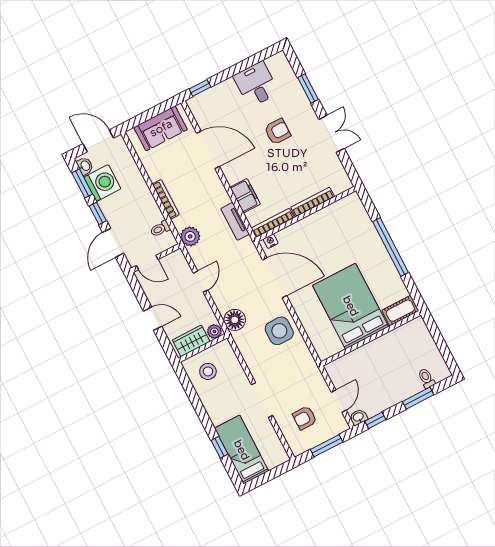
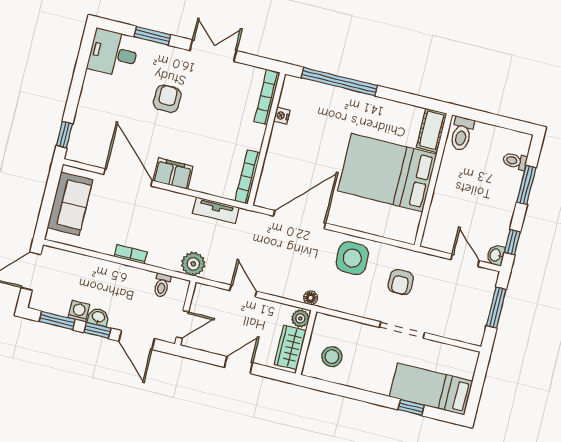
desk: (256, 84) -> (113, 53), moved
door: (208, 150) -> (128, 177), hinge flipped
washbasin: (85, 166) -> (98, 317), moved
washing machine: (102, 183) -> (79, 311), width x0.53, depth x0.53
filing cabinet: (245, 196) -> (173, 174), moved
bookcase: (166, 199) -> (131, 254), width x0.64
bookcase: (313, 202) -> (267, 97), moved
nightstand: (271, 241) -> (282, 116), moved
window: (391, 247) -> (339, 82), moved
floor lamp: (235, 320) -> (311, 298), width x0.53, depth x0.53
toilet: (415, 331) -> (462, 134), added
armchair: (305, 418) -> (401, 282), moved

